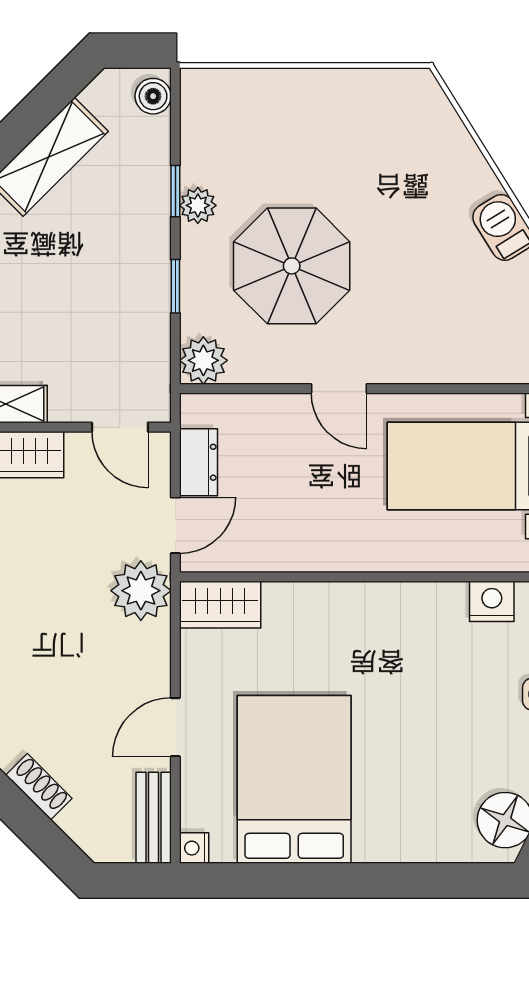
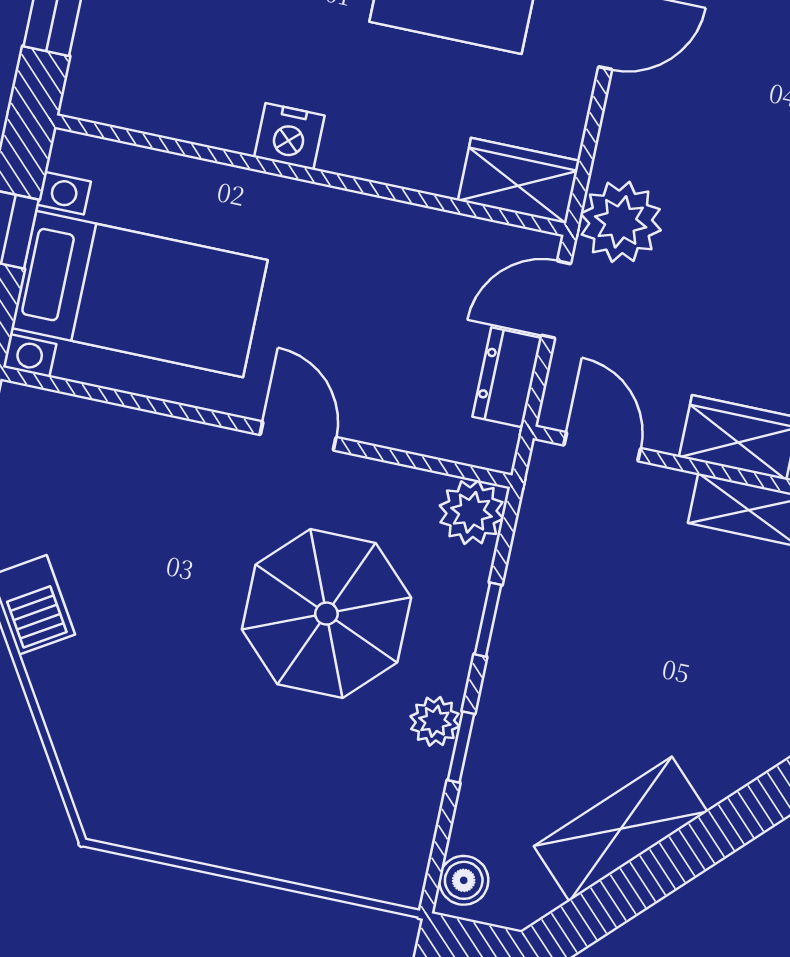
nightstand: (492, 601) -> (289, 136), moved

